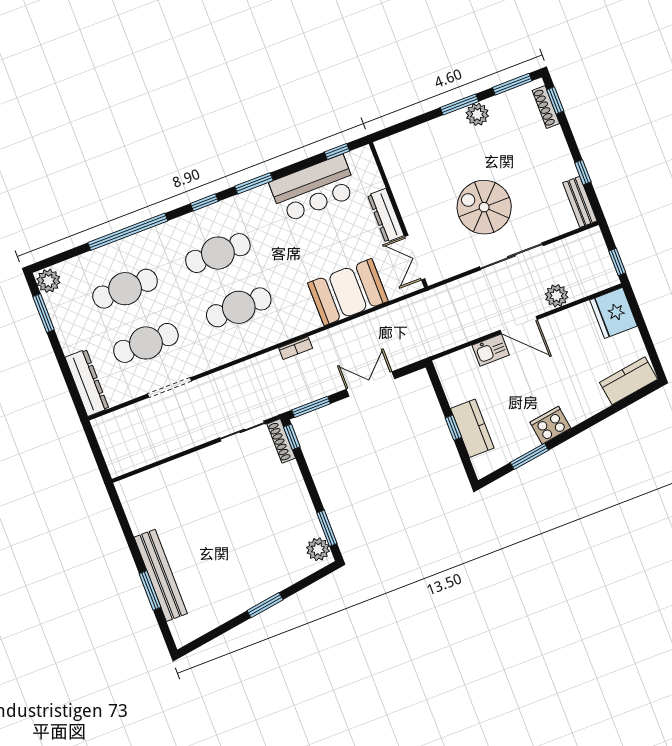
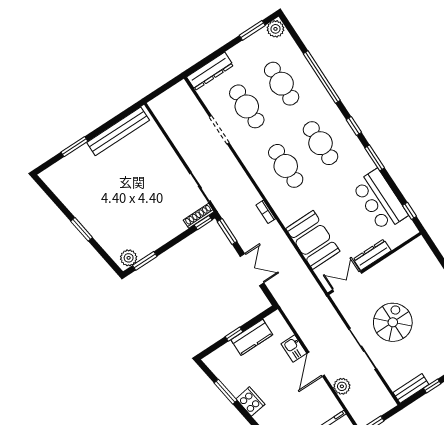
kitchen counter: (472, 428) -> (252, 337), moved
bench: (161, 575) -> (118, 131), moved

